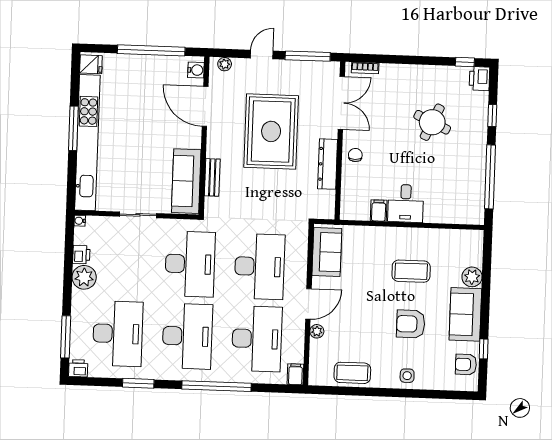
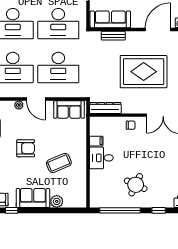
round table: (432, 122) -> (136, 185), moved
dresser: (328, 164) -> (105, 108), moved
coffee table: (411, 271) -> (59, 163), turned 67
armchair: (411, 324) -> (26, 148), moved, turned 90

